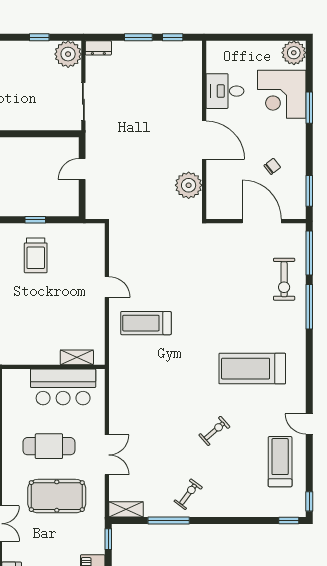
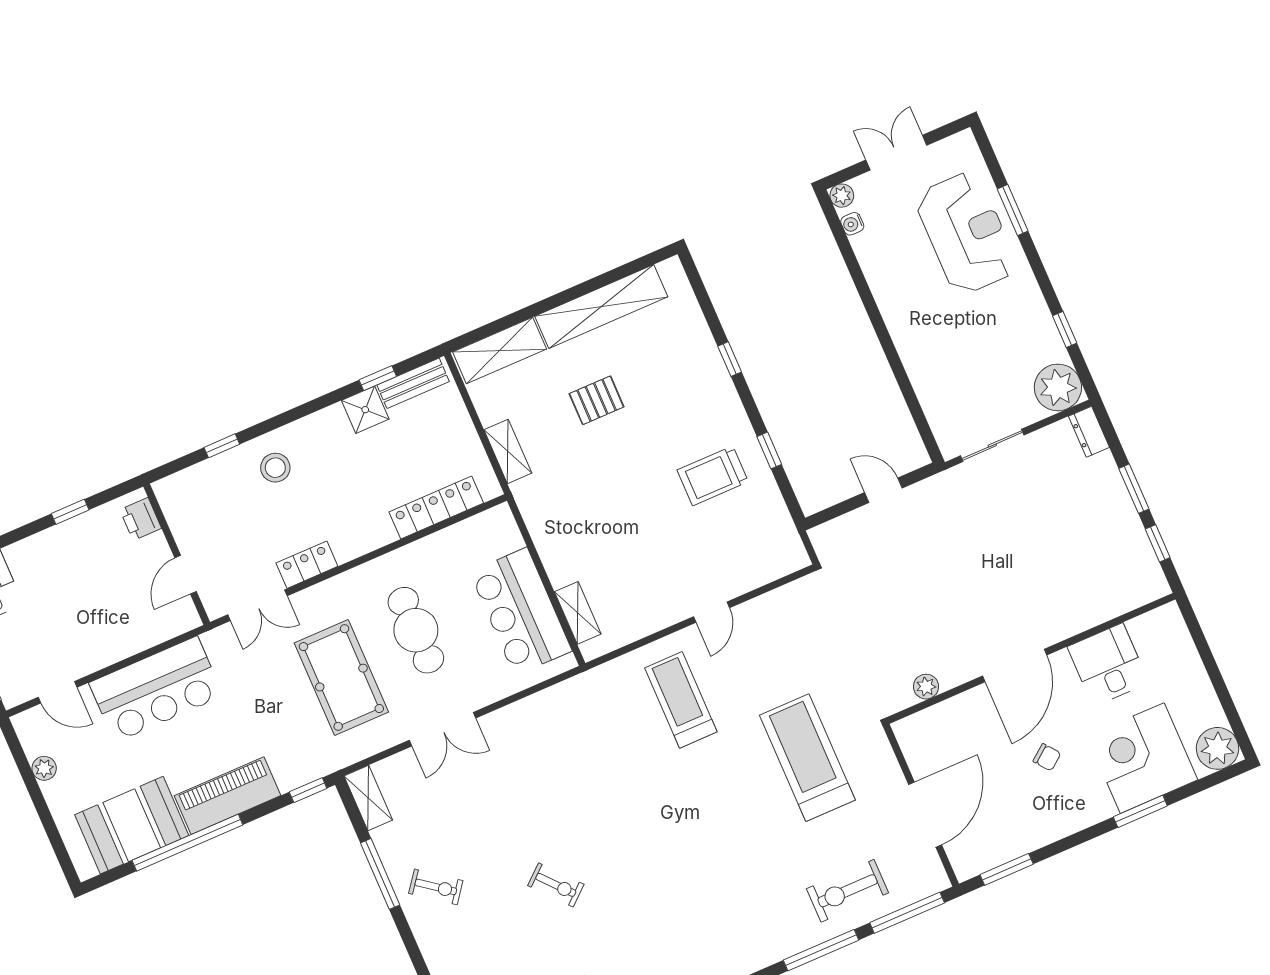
chair: (272, 166) -> (1047, 757), moved
plant: (189, 185) -> (926, 687), width x0.53, depth x0.53
treadmill: (252, 369) -> (807, 758), moved

